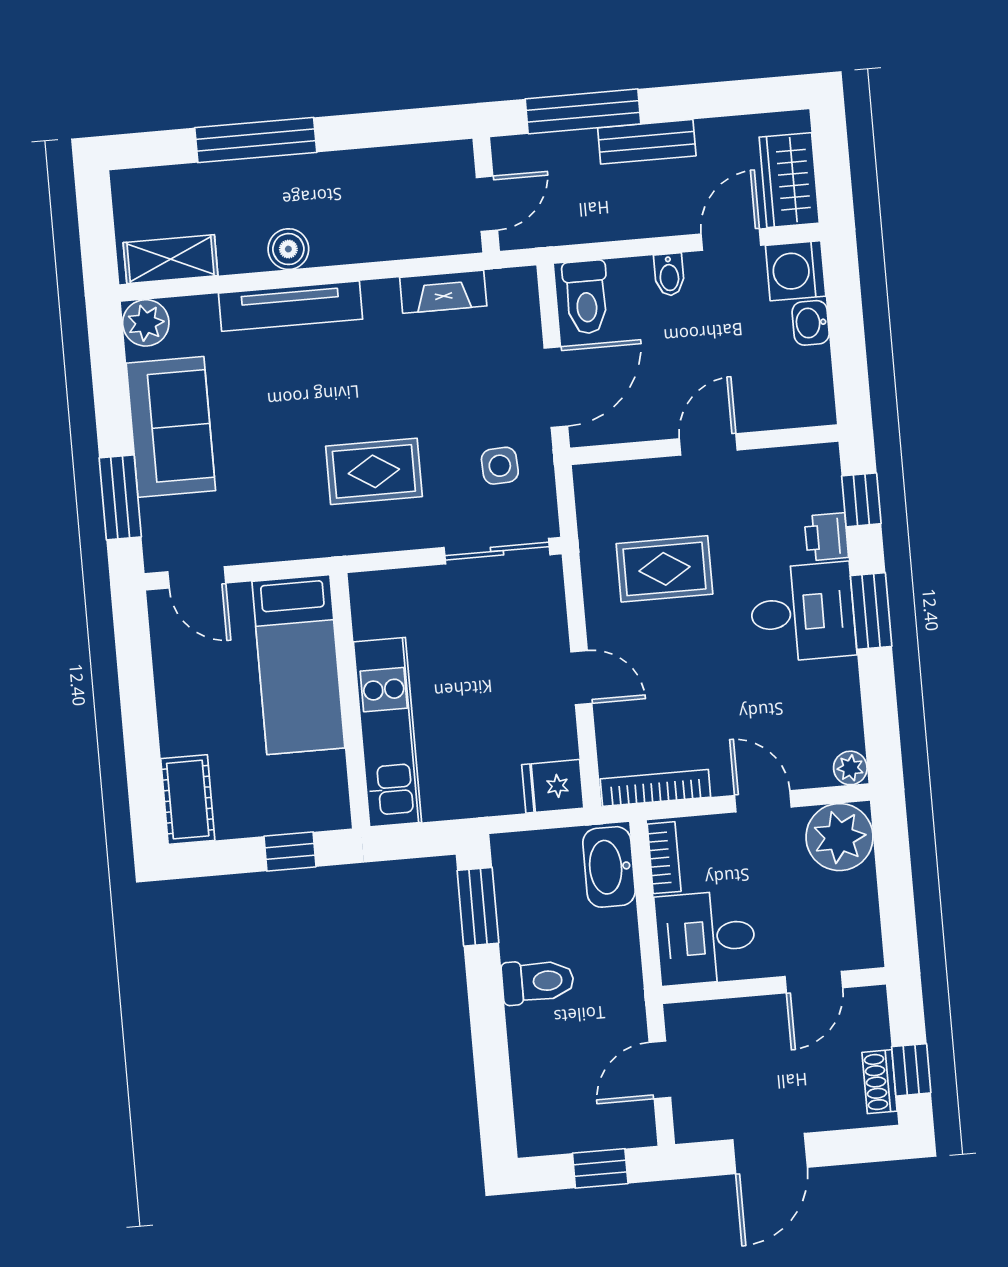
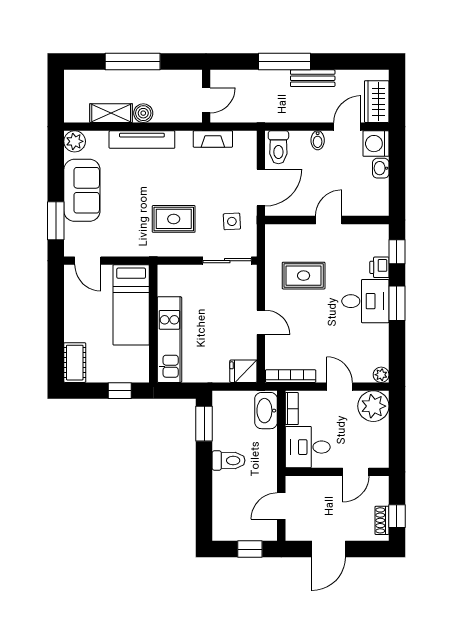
wall: (486, 195) -> (206, 96), moved
door: (487, 204) -> (206, 100), moved
shelving: (171, 259) -> (111, 113), moved

